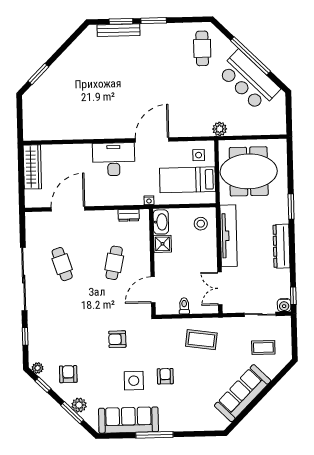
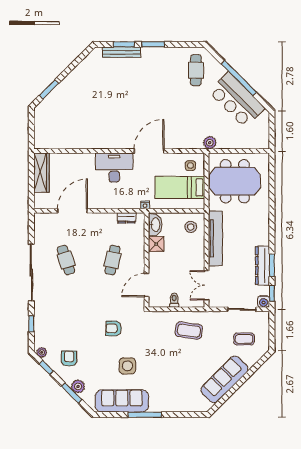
window: (291, 206) -> (272, 265), moved
dresser: (281, 246) -> (262, 266), moved
armchair: (165, 376) -> (156, 363), removed

